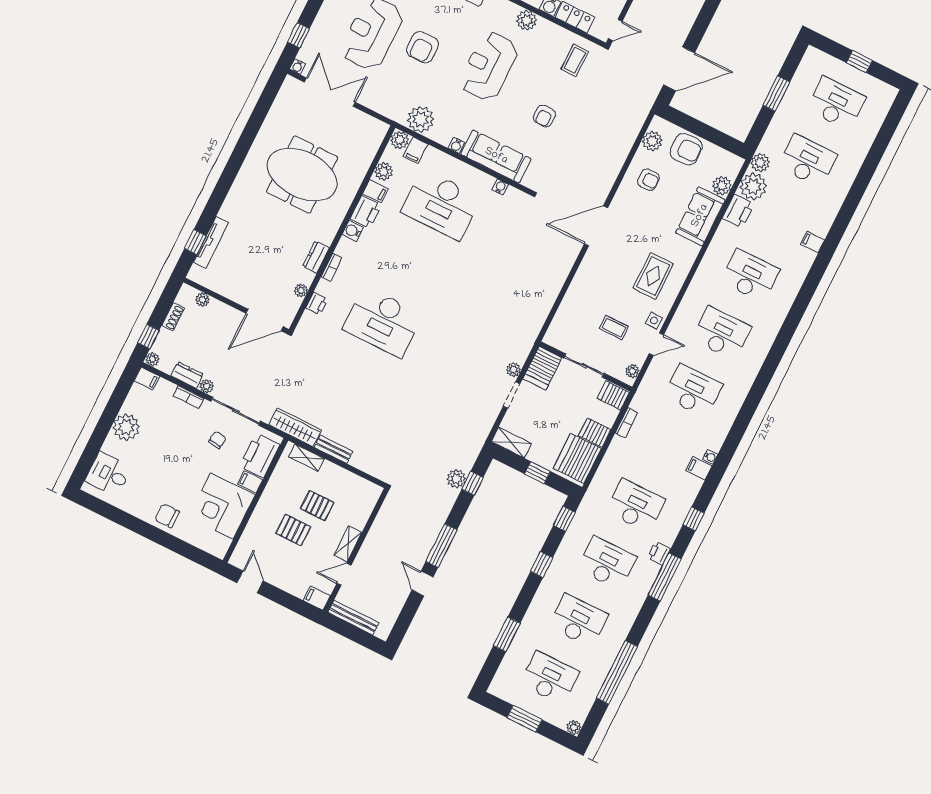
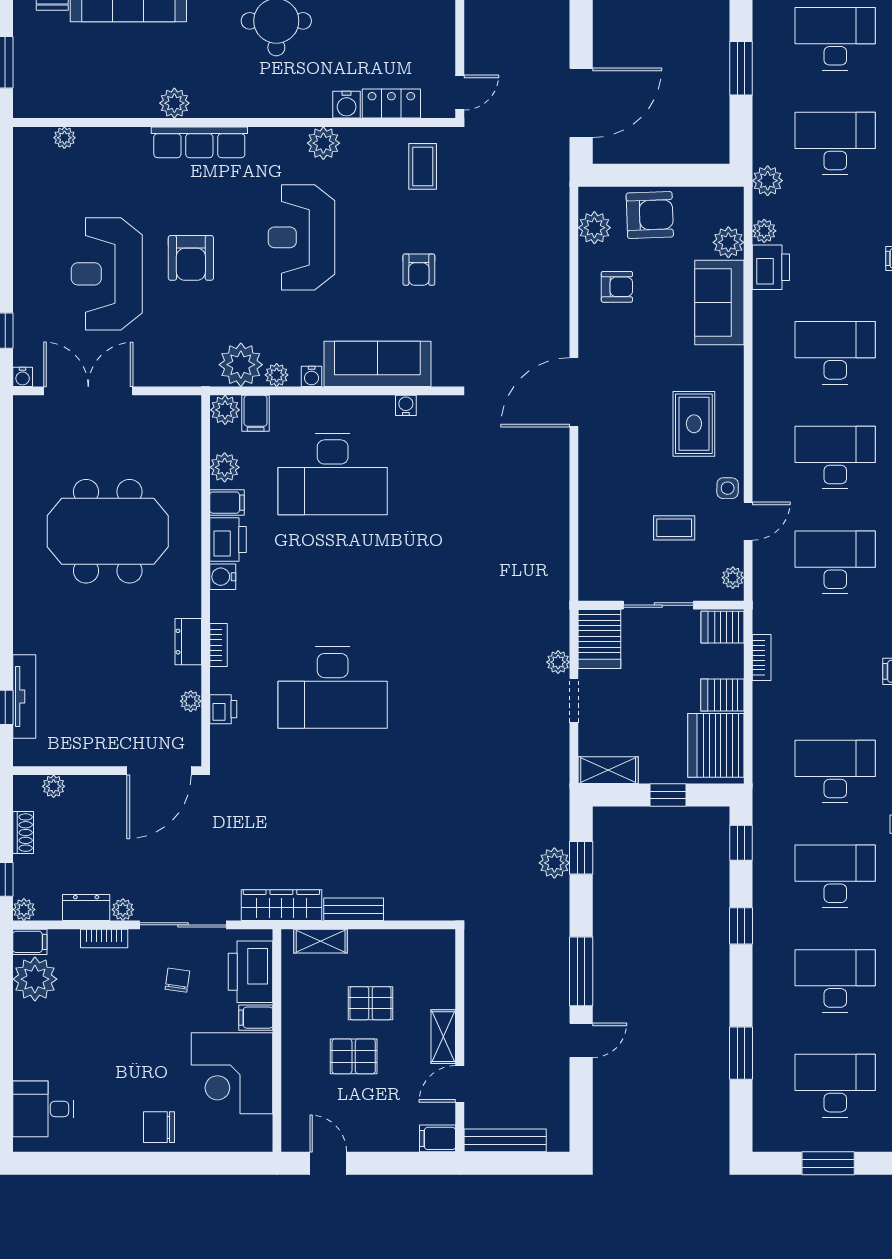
plant: (437, 135) -> (277, 375), added
plant: (753, 186) -> (764, 231), width x0.53, depth x0.53
plant: (126, 427) -> (35, 979), moved
door: (423, 584) -> (581, 1040), swing flipped

